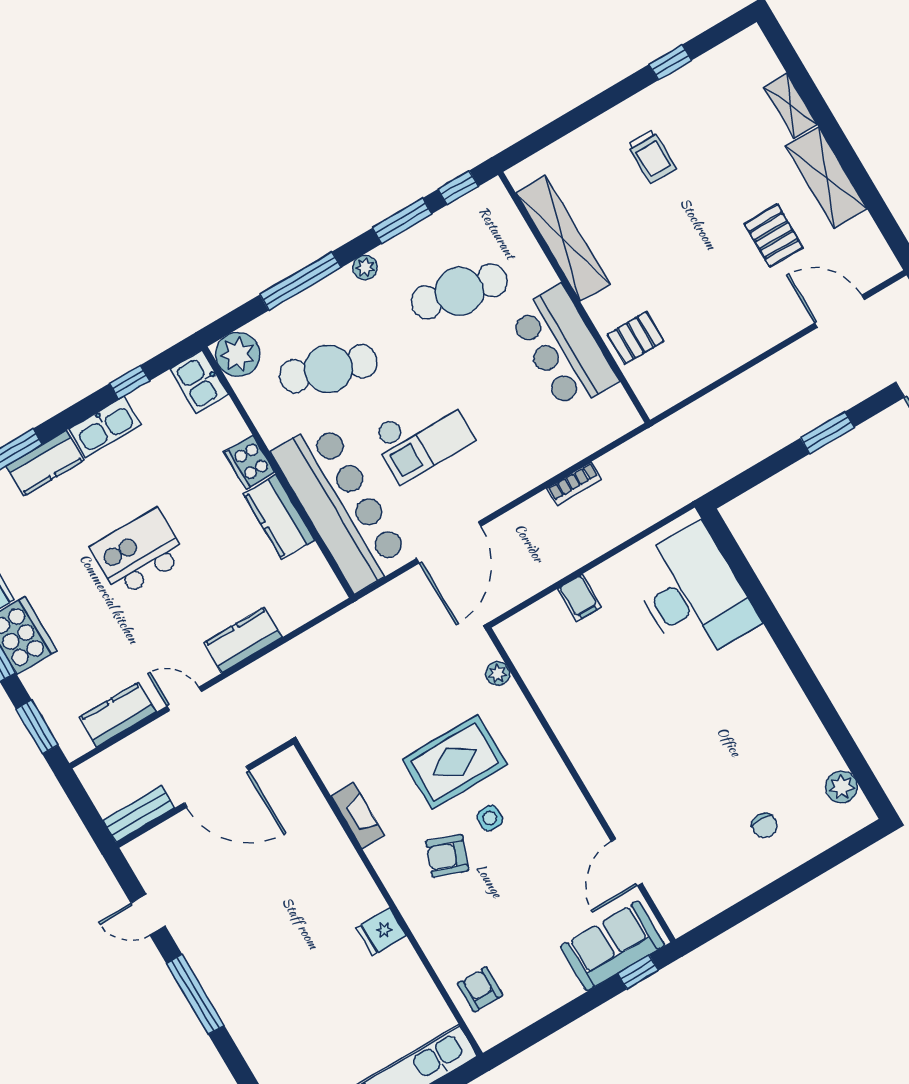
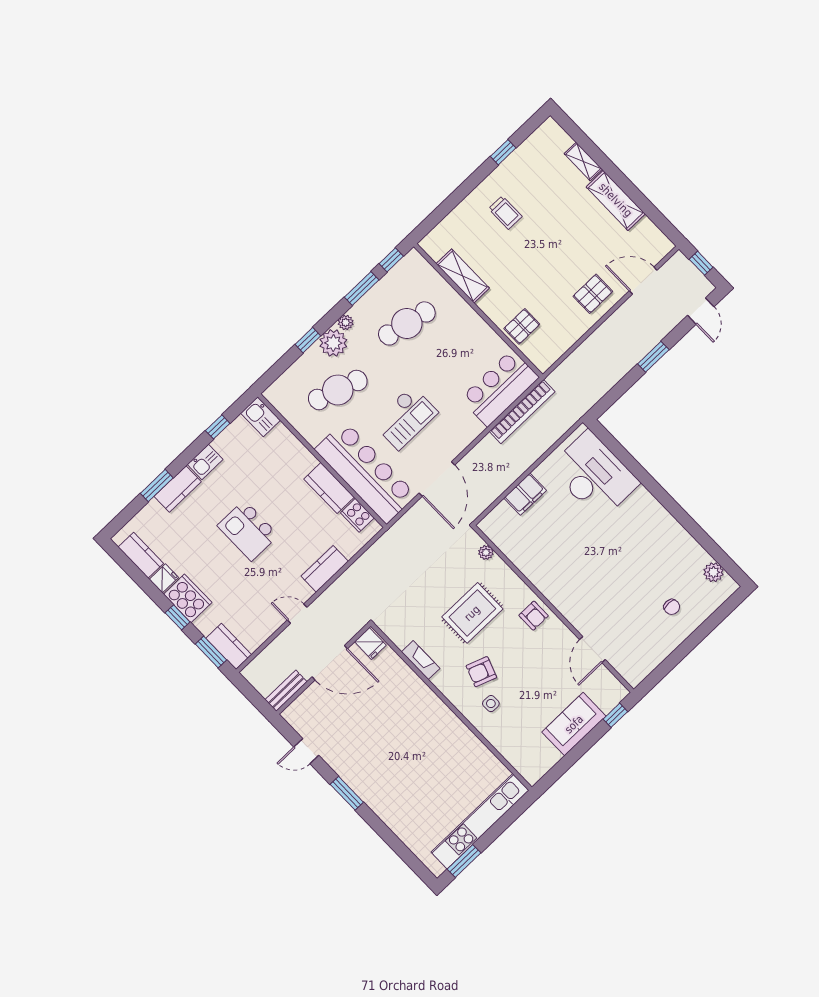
pallet: (774, 236) -> (593, 294), moved, turned 90
shelving: (563, 238) -> (463, 276), width x0.68
window: (300, 281) -> (308, 340), width x0.46
bar counter: (563, 348) -> (500, 388), moved, turned 90
plant: (238, 354) -> (333, 343), moved
kitchen sink: (105, 427) -> (205, 462), width x0.73
cooker: (249, 462) -> (357, 515), moved
bookcase: (574, 484) -> (522, 412), width x2.31, depth x1.31
kitchen island: (138, 553) -> (248, 530), turned -90
filing cabinet: (579, 598) -> (525, 494), width x2.00
kitchen counter: (118, 715) -> (229, 646), moved, turned 90
side table: (490, 818) -> (491, 704), moved
fridge: (381, 932) -> (370, 643), moved, turned -90
sofa: (613, 946) -> (574, 724), moved
armchair: (480, 989) -> (534, 616), moved, turned 180
window: (195, 994) -> (347, 793), width x0.69

